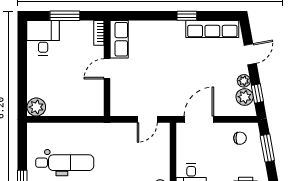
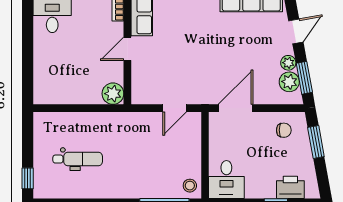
window: (257, 94) -> (304, 78), width x1.50
plant: (36, 107) -> (113, 94), moved
dental chair: (65, 163) -> (78, 159), width x0.73, depth x0.72

